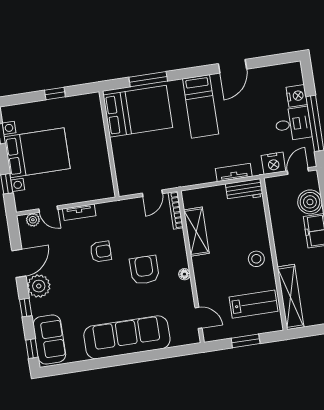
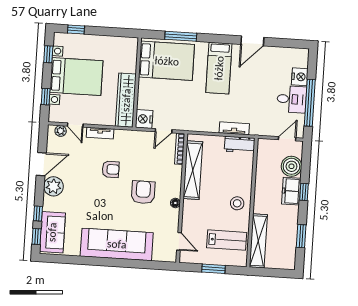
window: (55, 93) -> (76, 29), moved
nightstand: (273, 163) -> (144, 119), moved, turned 90
wardrobe: (101, 167) -> (126, 100), added
shelving: (196, 232) -> (193, 170), width x1.47
window: (26, 308) -> (38, 214), moved

